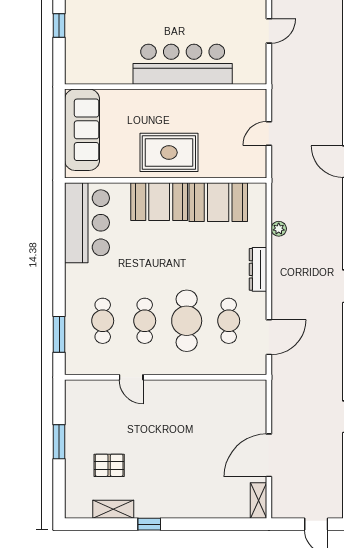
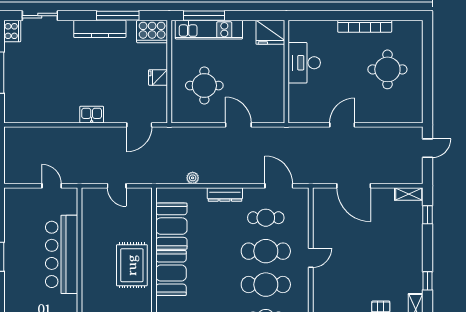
door: (269, 31) -> (52, 186), moved
cafe table: (145, 321) -> (266, 285), width x1.37, depth x1.35
door: (131, 377) -> (311, 258), moved
door: (269, 455) -> (354, 186), moved
window: (232, 524) -> (428, 215), added

